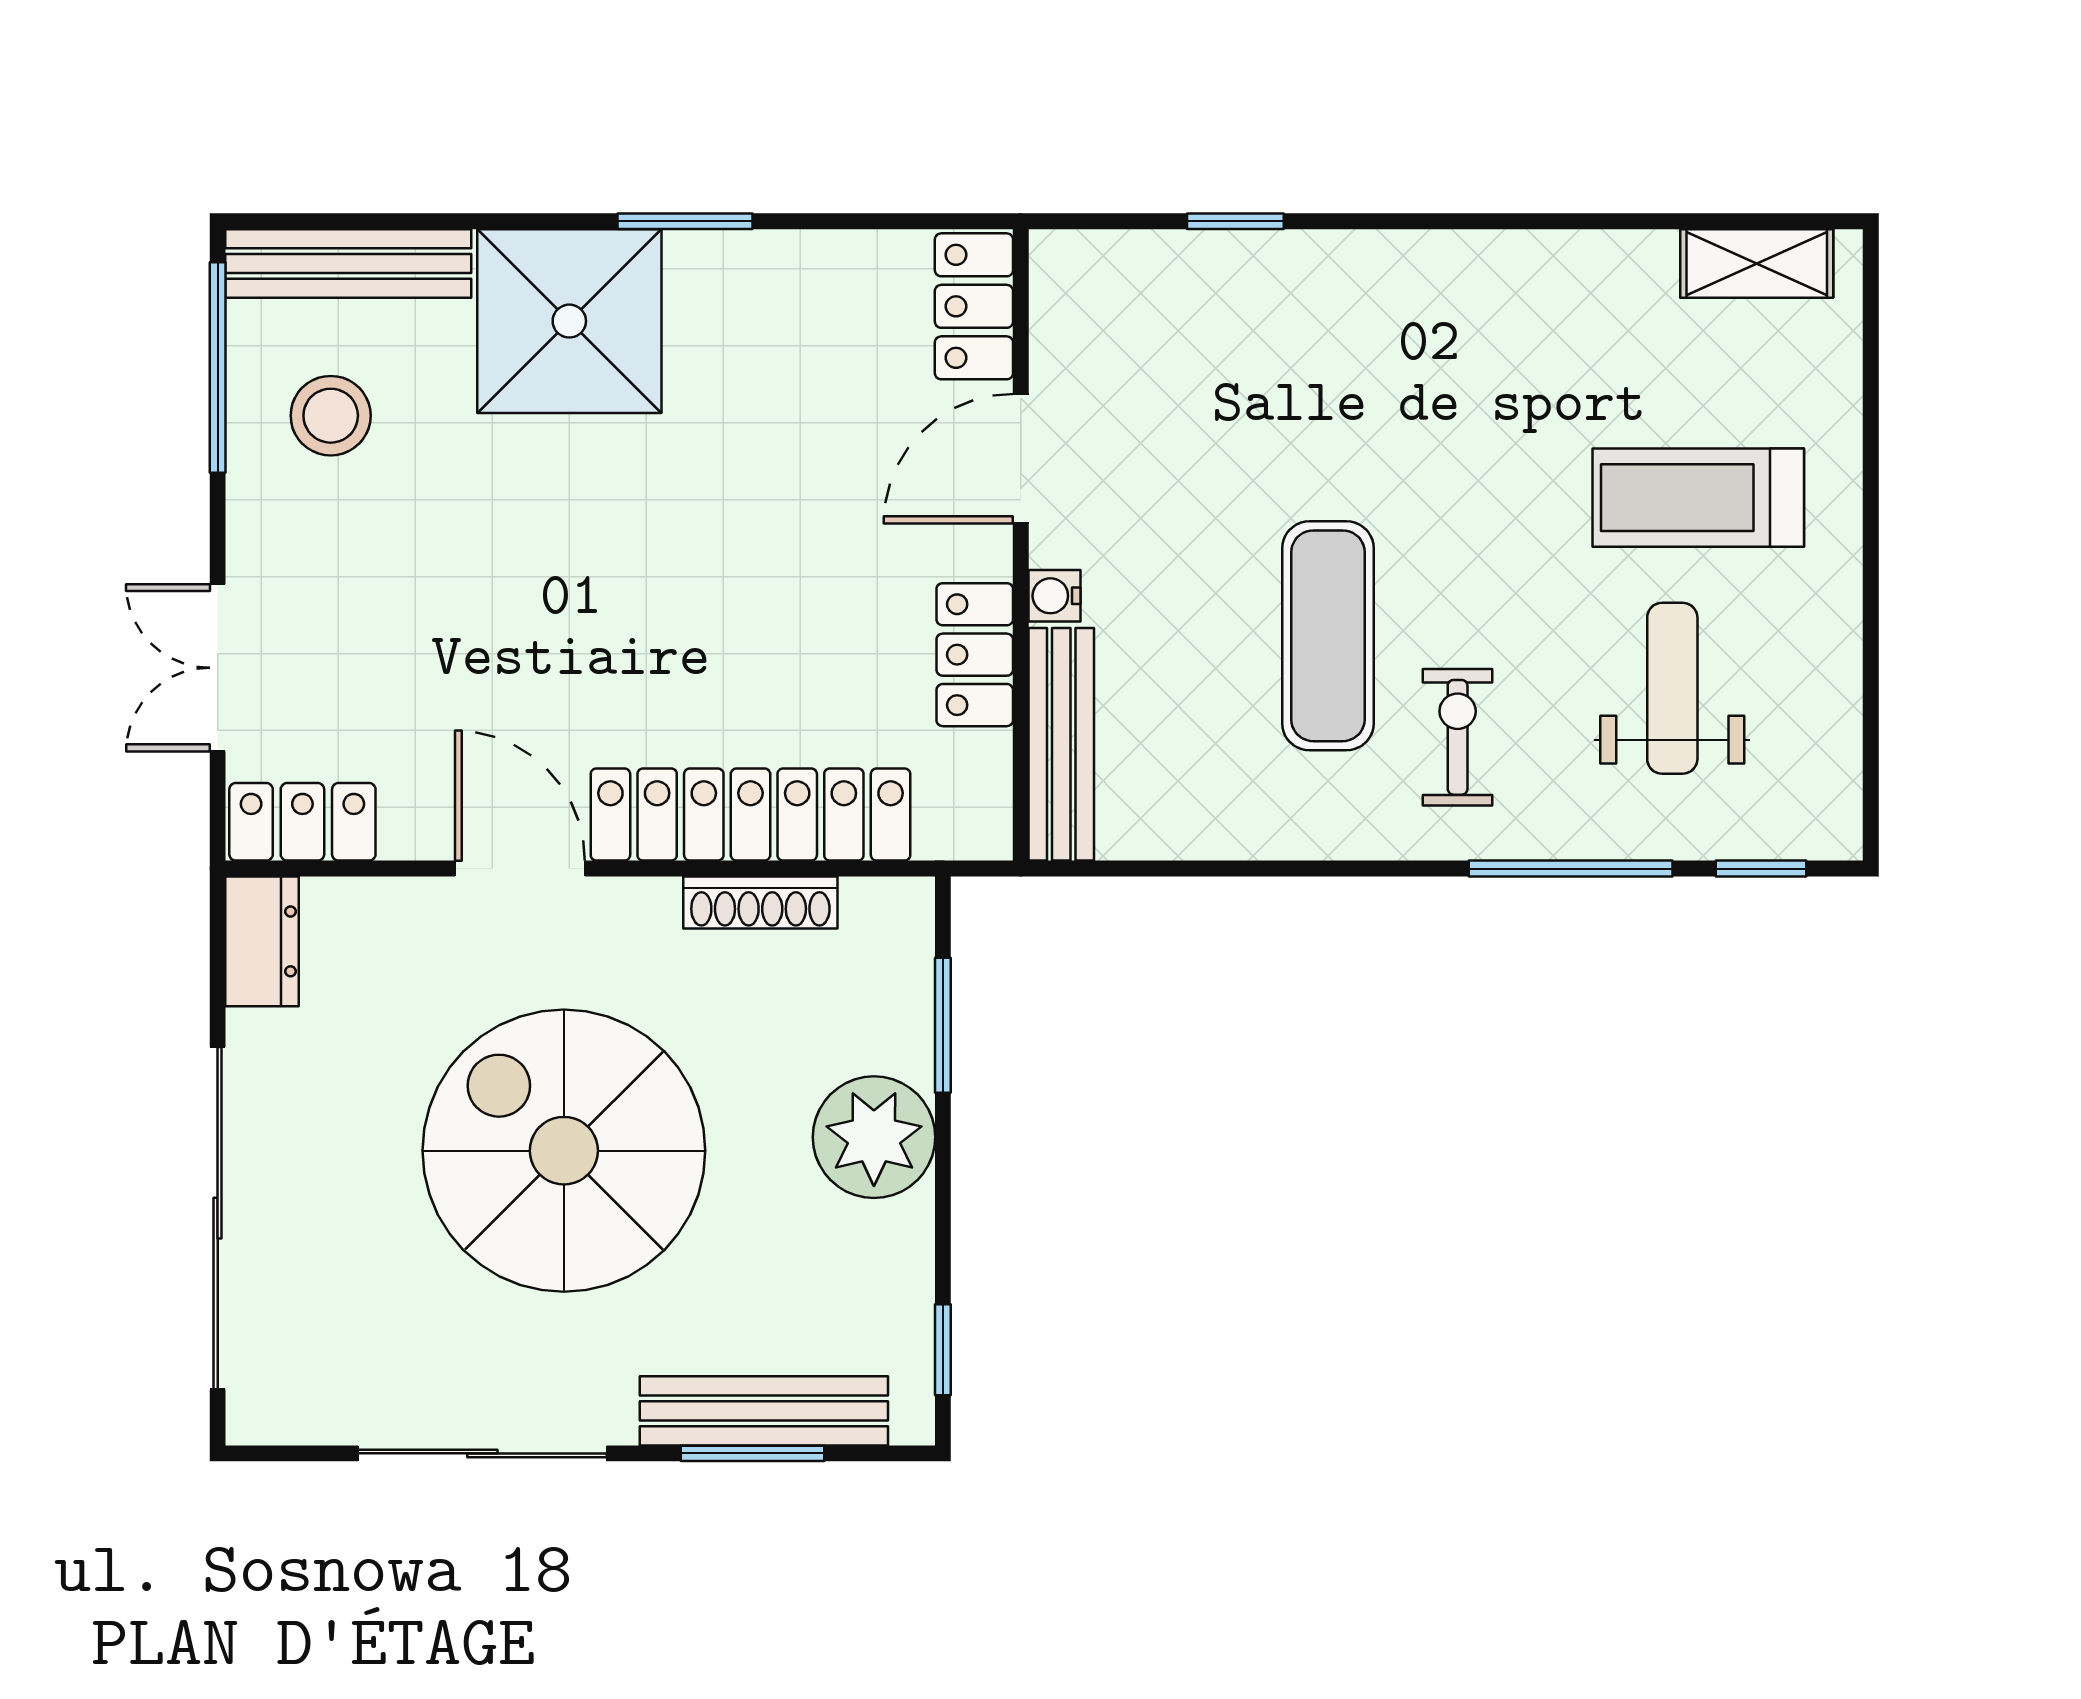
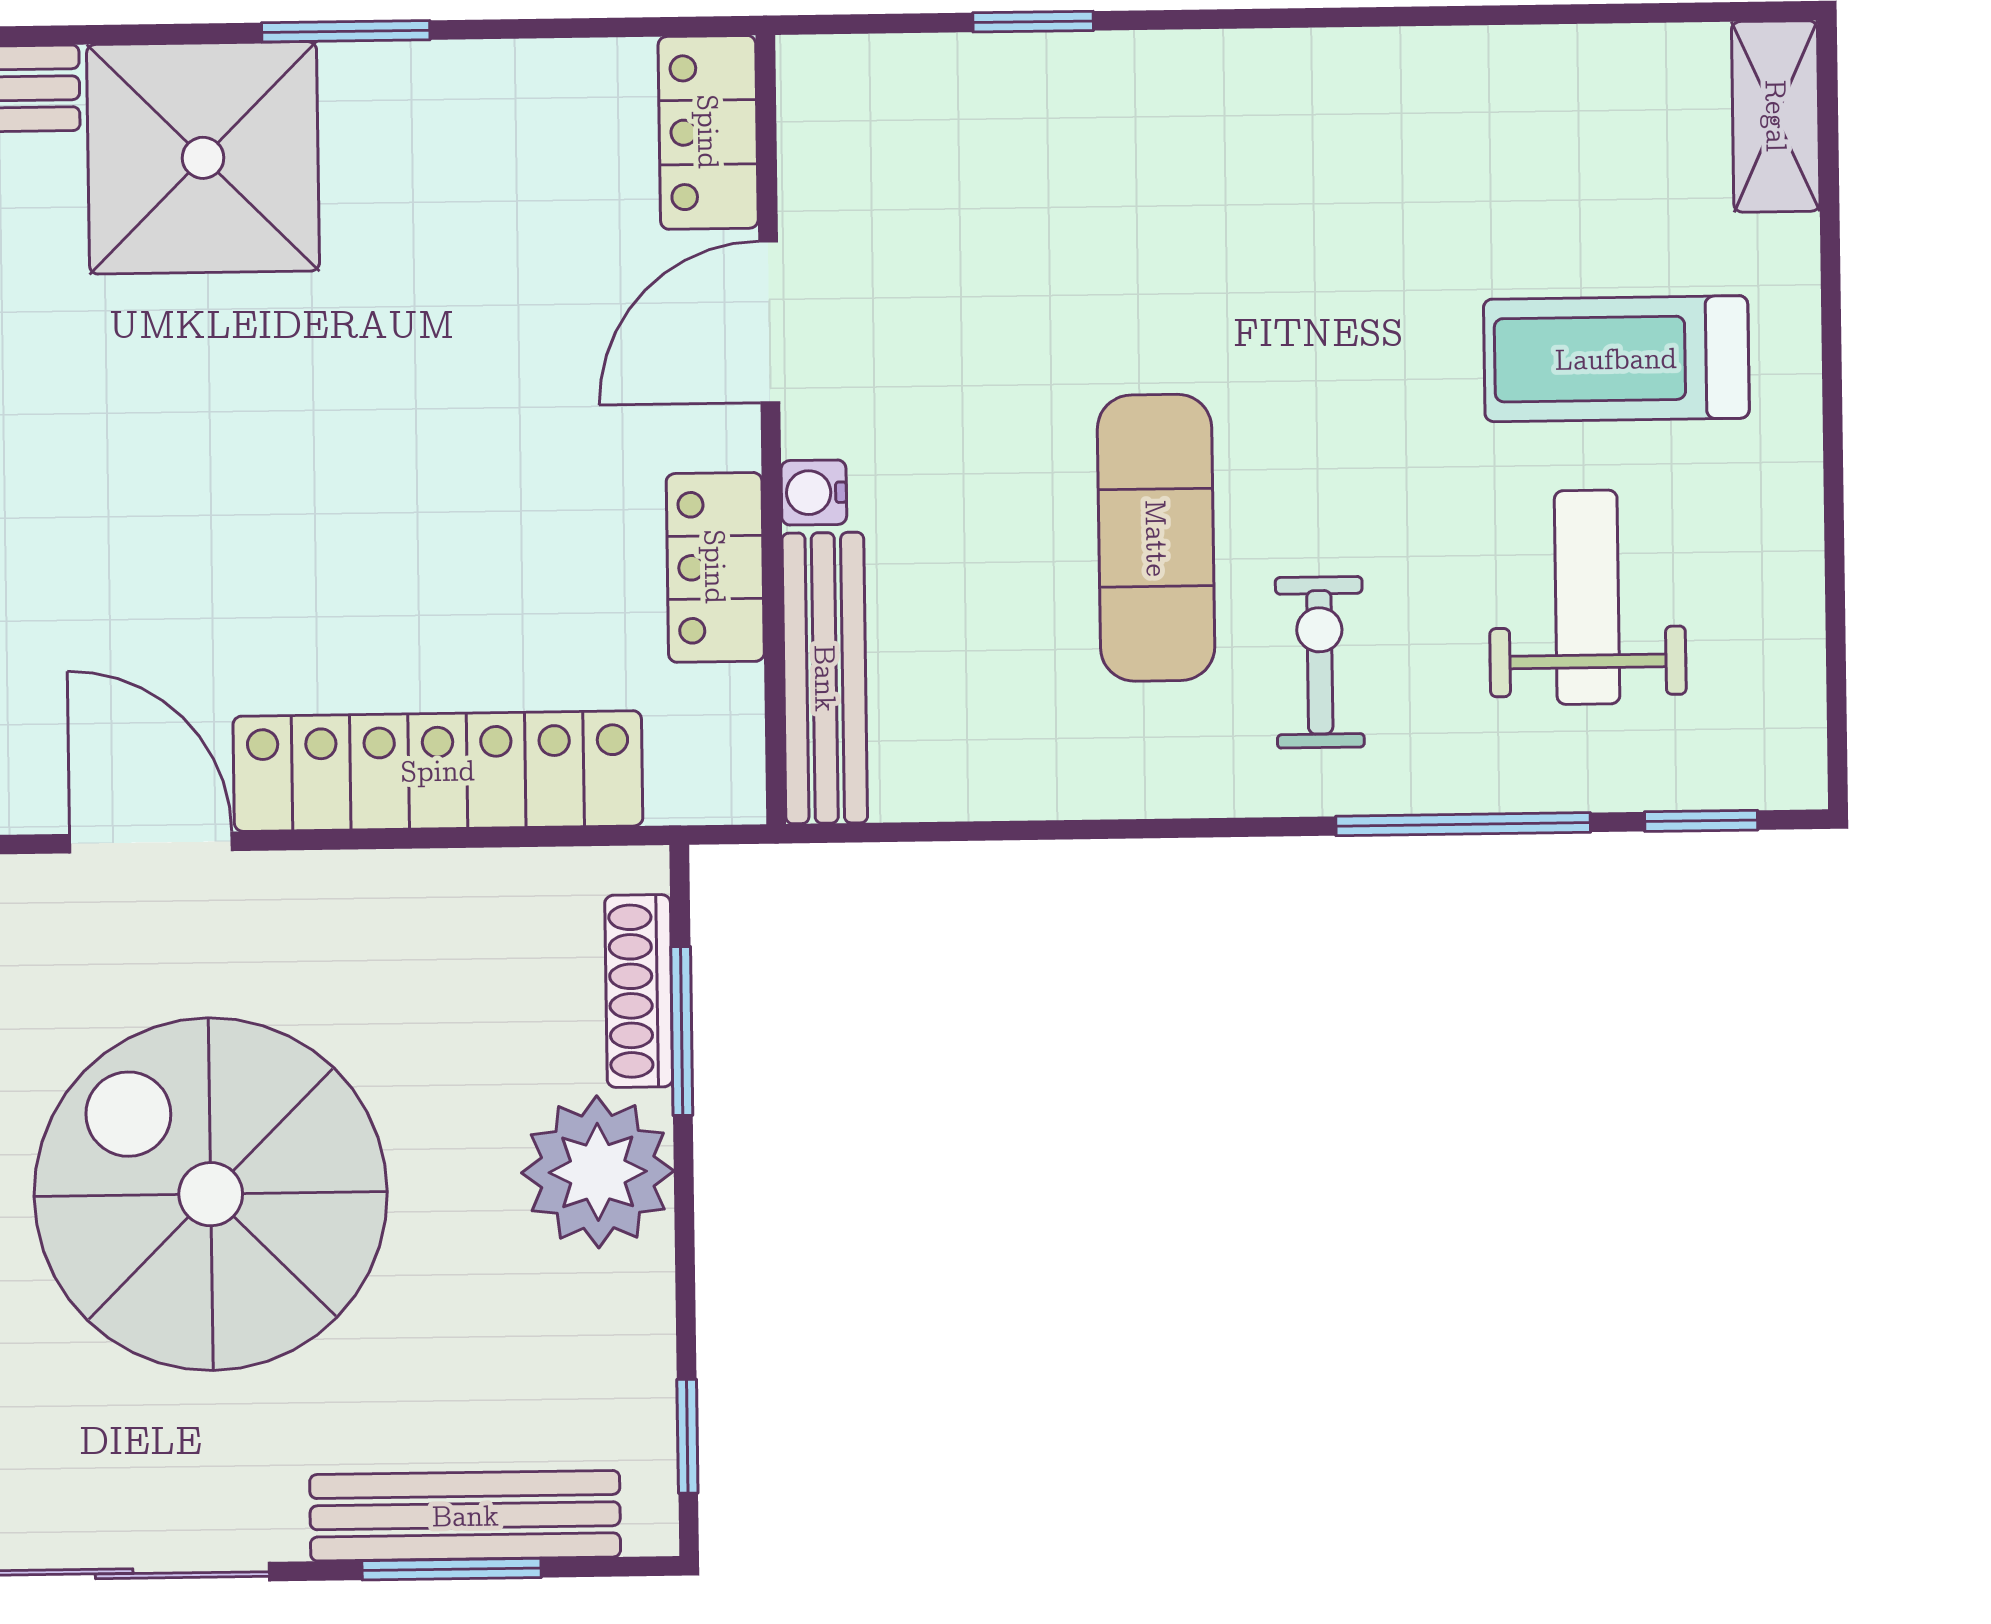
shelving: (1757, 263) -> (1776, 116), moved, turned 90
shoe rack: (760, 903) -> (639, 991), moved, turned 90

